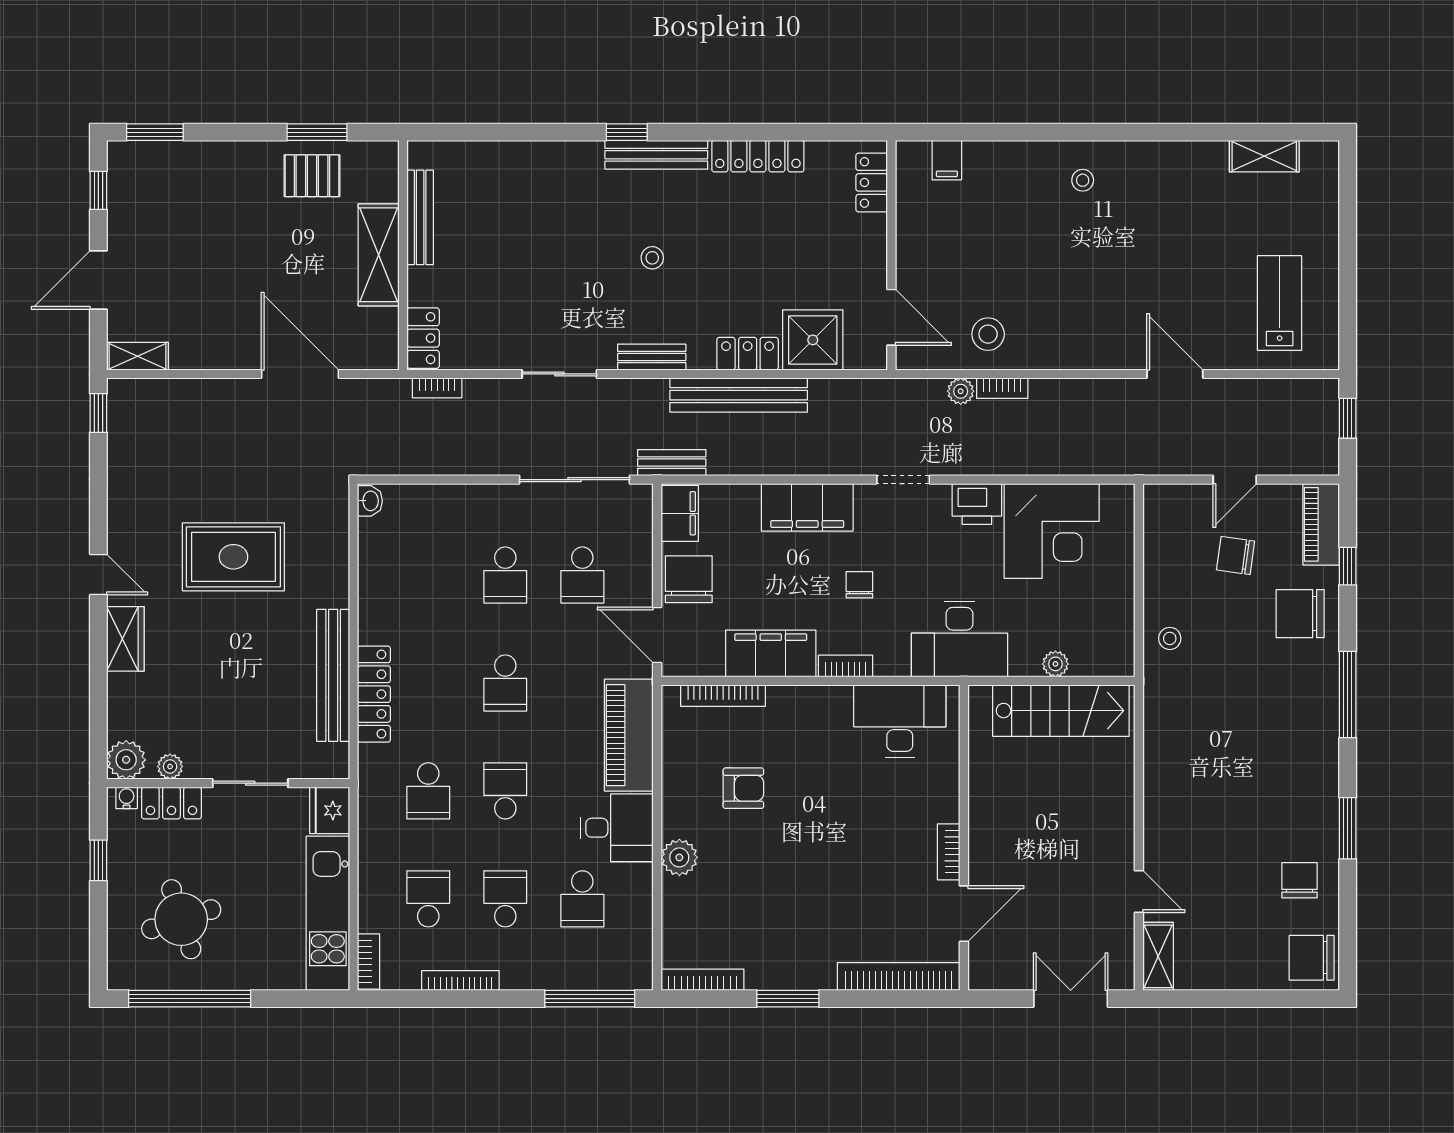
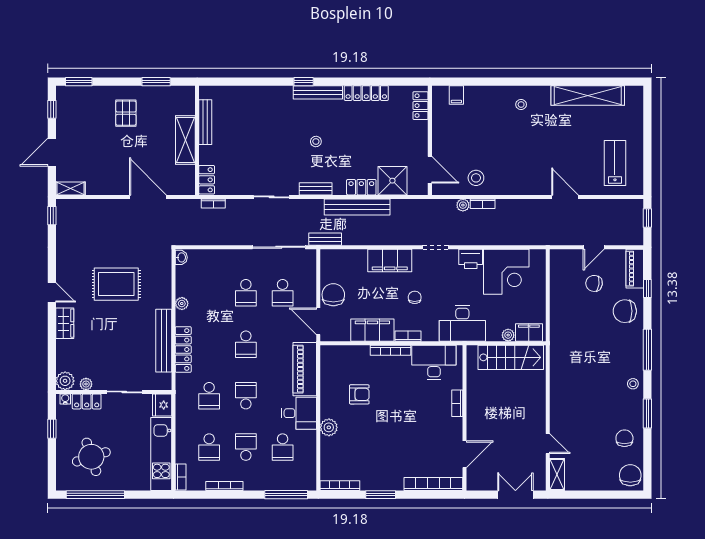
shelving: (1264, 156) -> (588, 96), width x2.20, depth x1.33
pallet: (312, 176) -> (126, 113), moved, turned 90
filing cabinet: (680, 513) -> (529, 332), moved, turned -90
plant: (371, 598) -> (182, 304), added
stool: (1170, 638) -> (633, 384), moved
bookcase: (723, 696) -> (391, 350), moved
bookcase: (949, 852) -> (457, 403), moved
school desk: (428, 899) -> (209, 447), turned 180
chair: (1312, 958) -> (630, 475), turned 90

